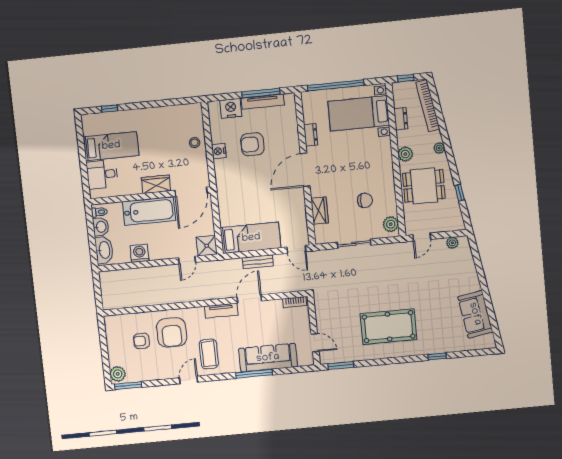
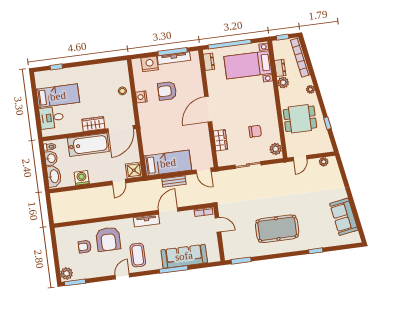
dresser: (311, 135) -> (209, 62), moved
plant: (405, 154) -> (283, 83), moved
door: (315, 343) -> (218, 225), moved

